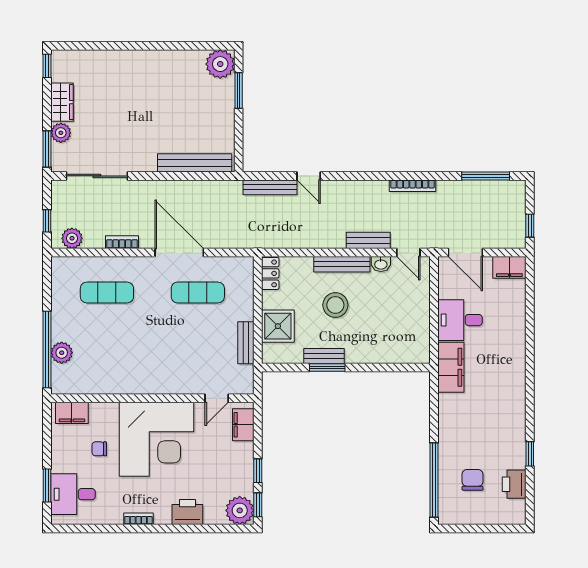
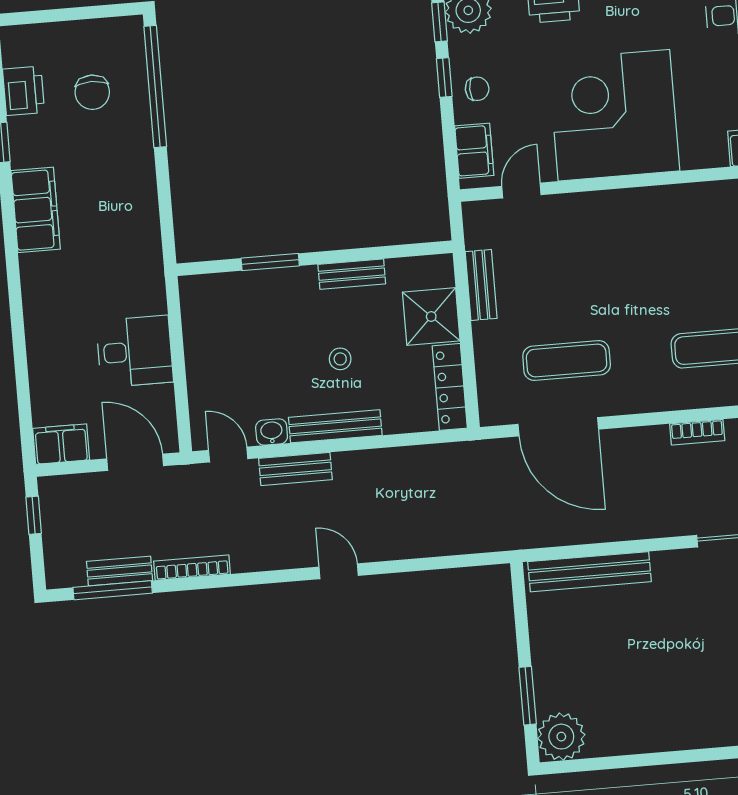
door: (309, 176) -> (339, 571), moved
bookcase: (413, 186) -> (192, 568), moved
bench: (270, 187) -> (120, 571), moved, width x0.73
door: (179, 253) -> (558, 427), moved
locker: (270, 273) -> (450, 387), width x1.53
stool: (335, 305) -> (340, 359), width x0.53, depth x0.53
filing cabinet: (451, 367) -> (36, 210), moved, turned 180
window: (327, 368) -> (270, 262), moved
chair: (99, 449) -> (477, 89), moved

